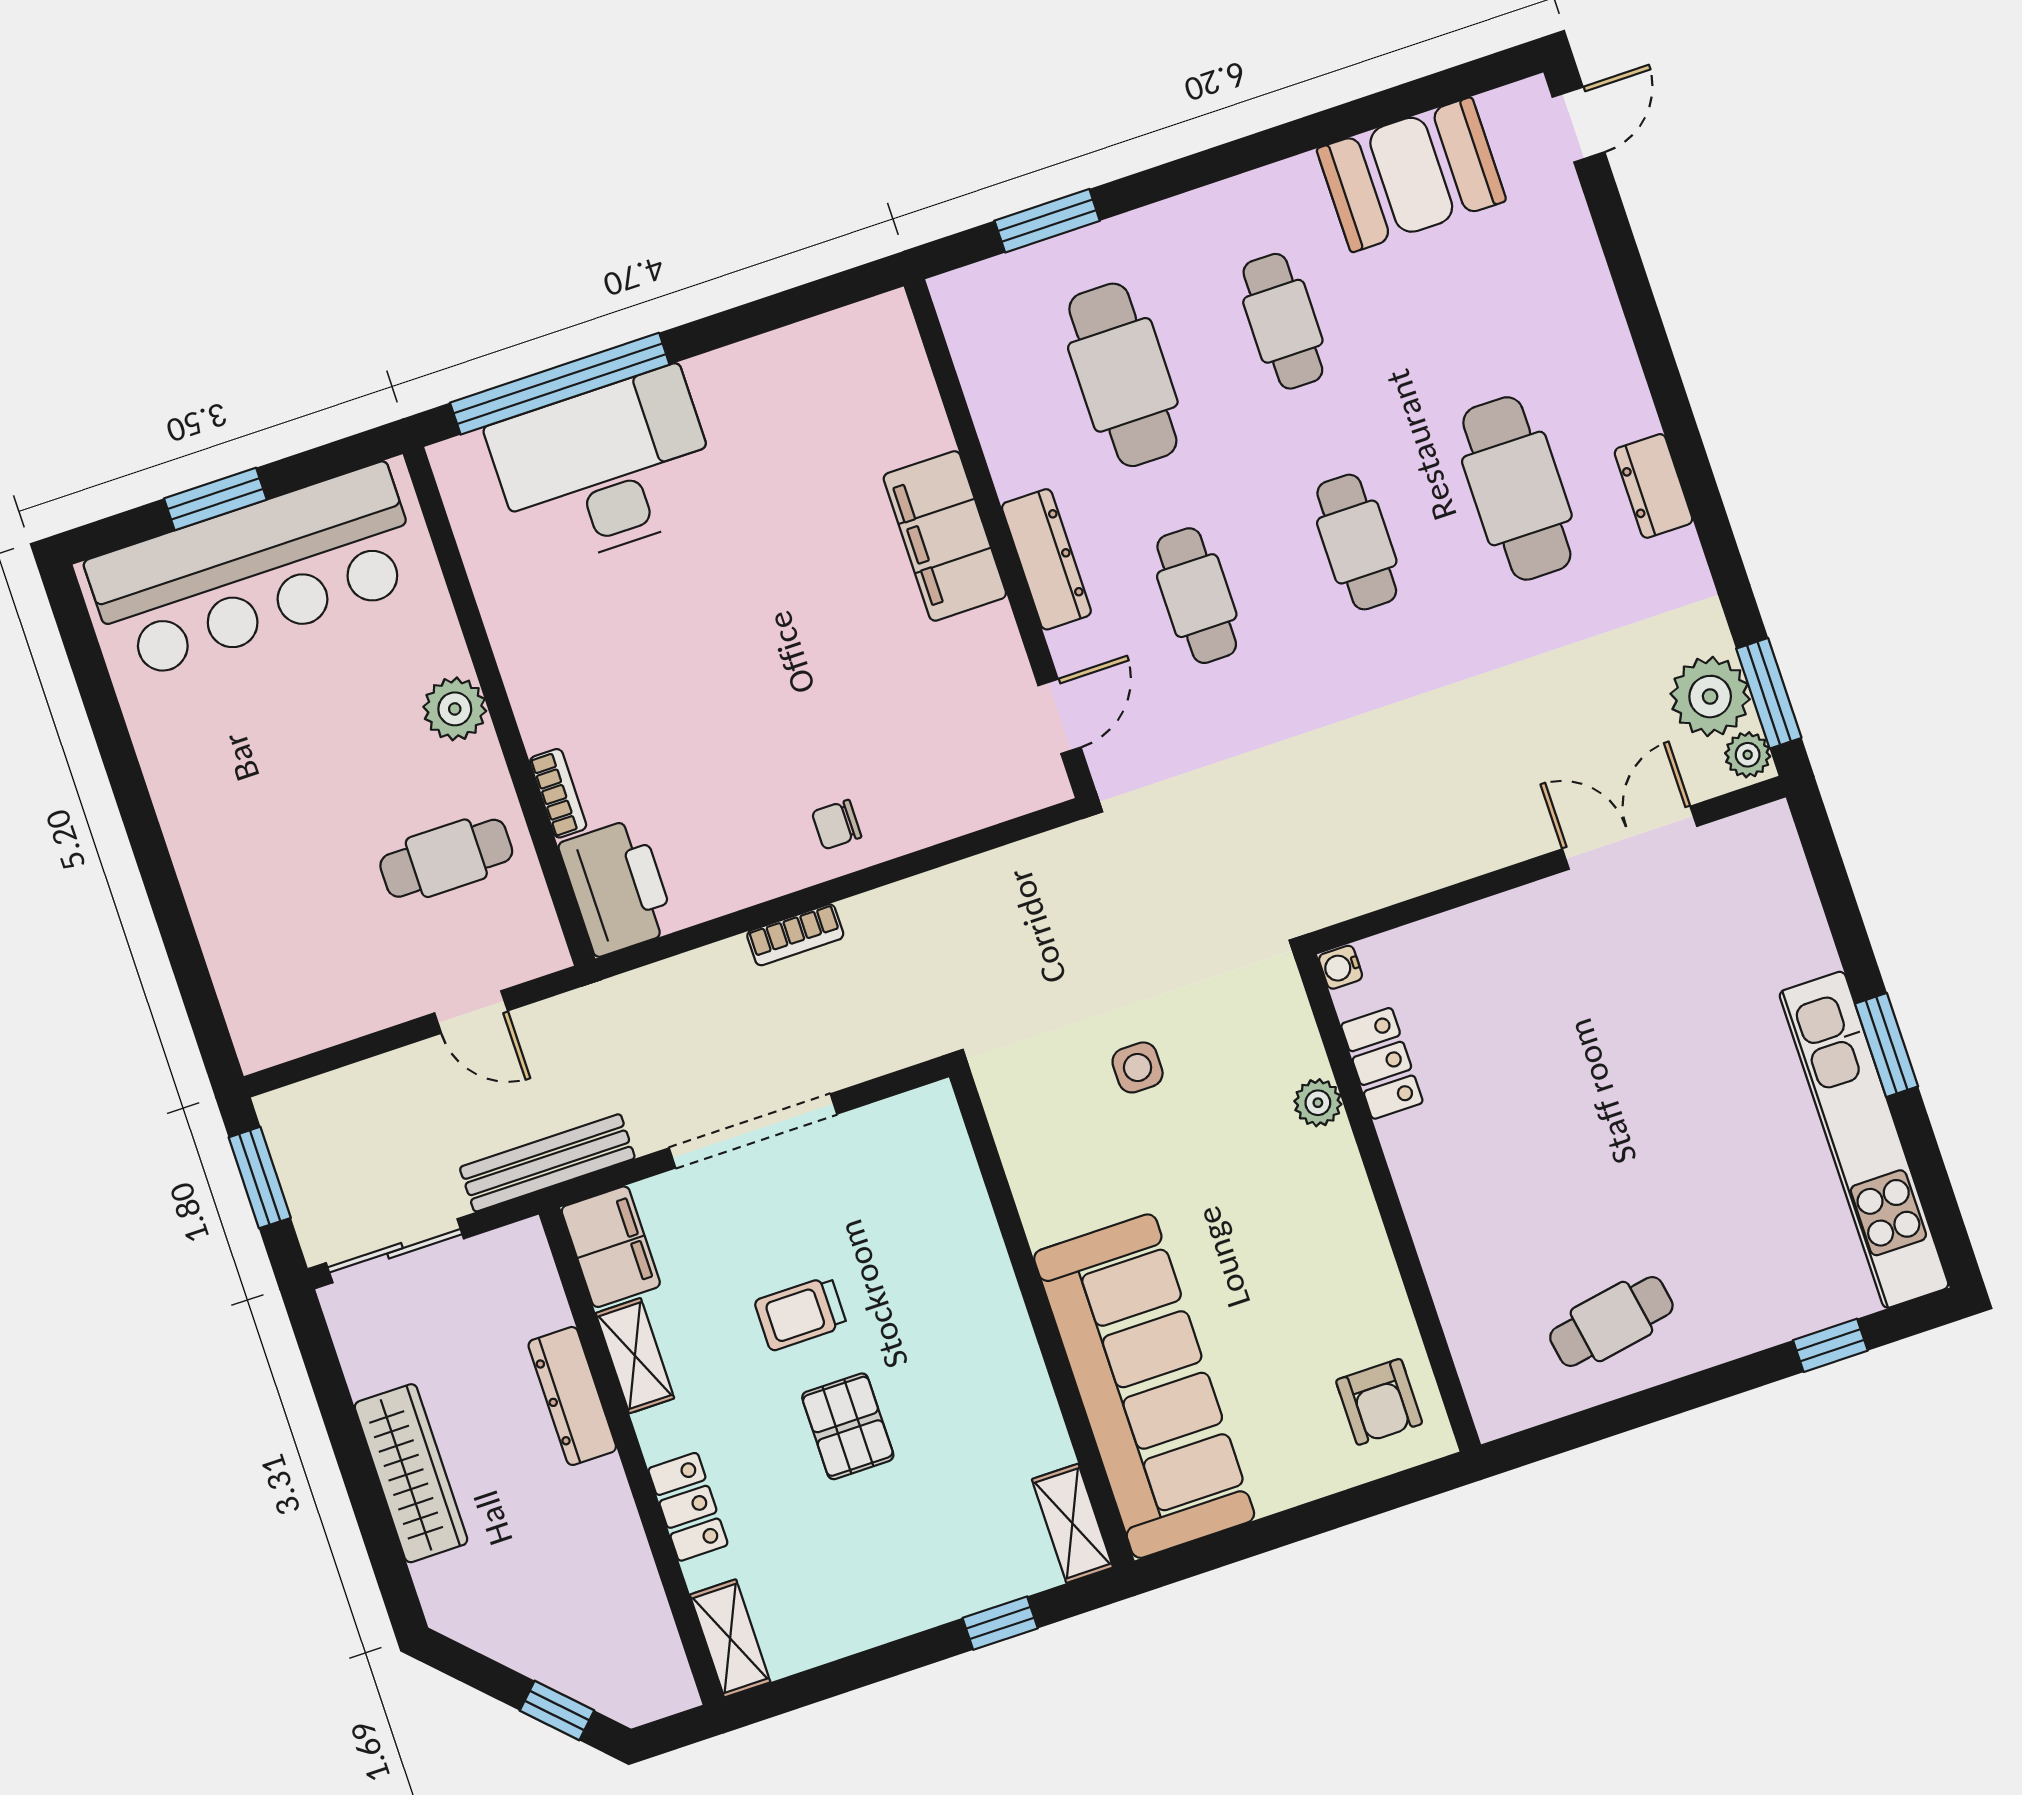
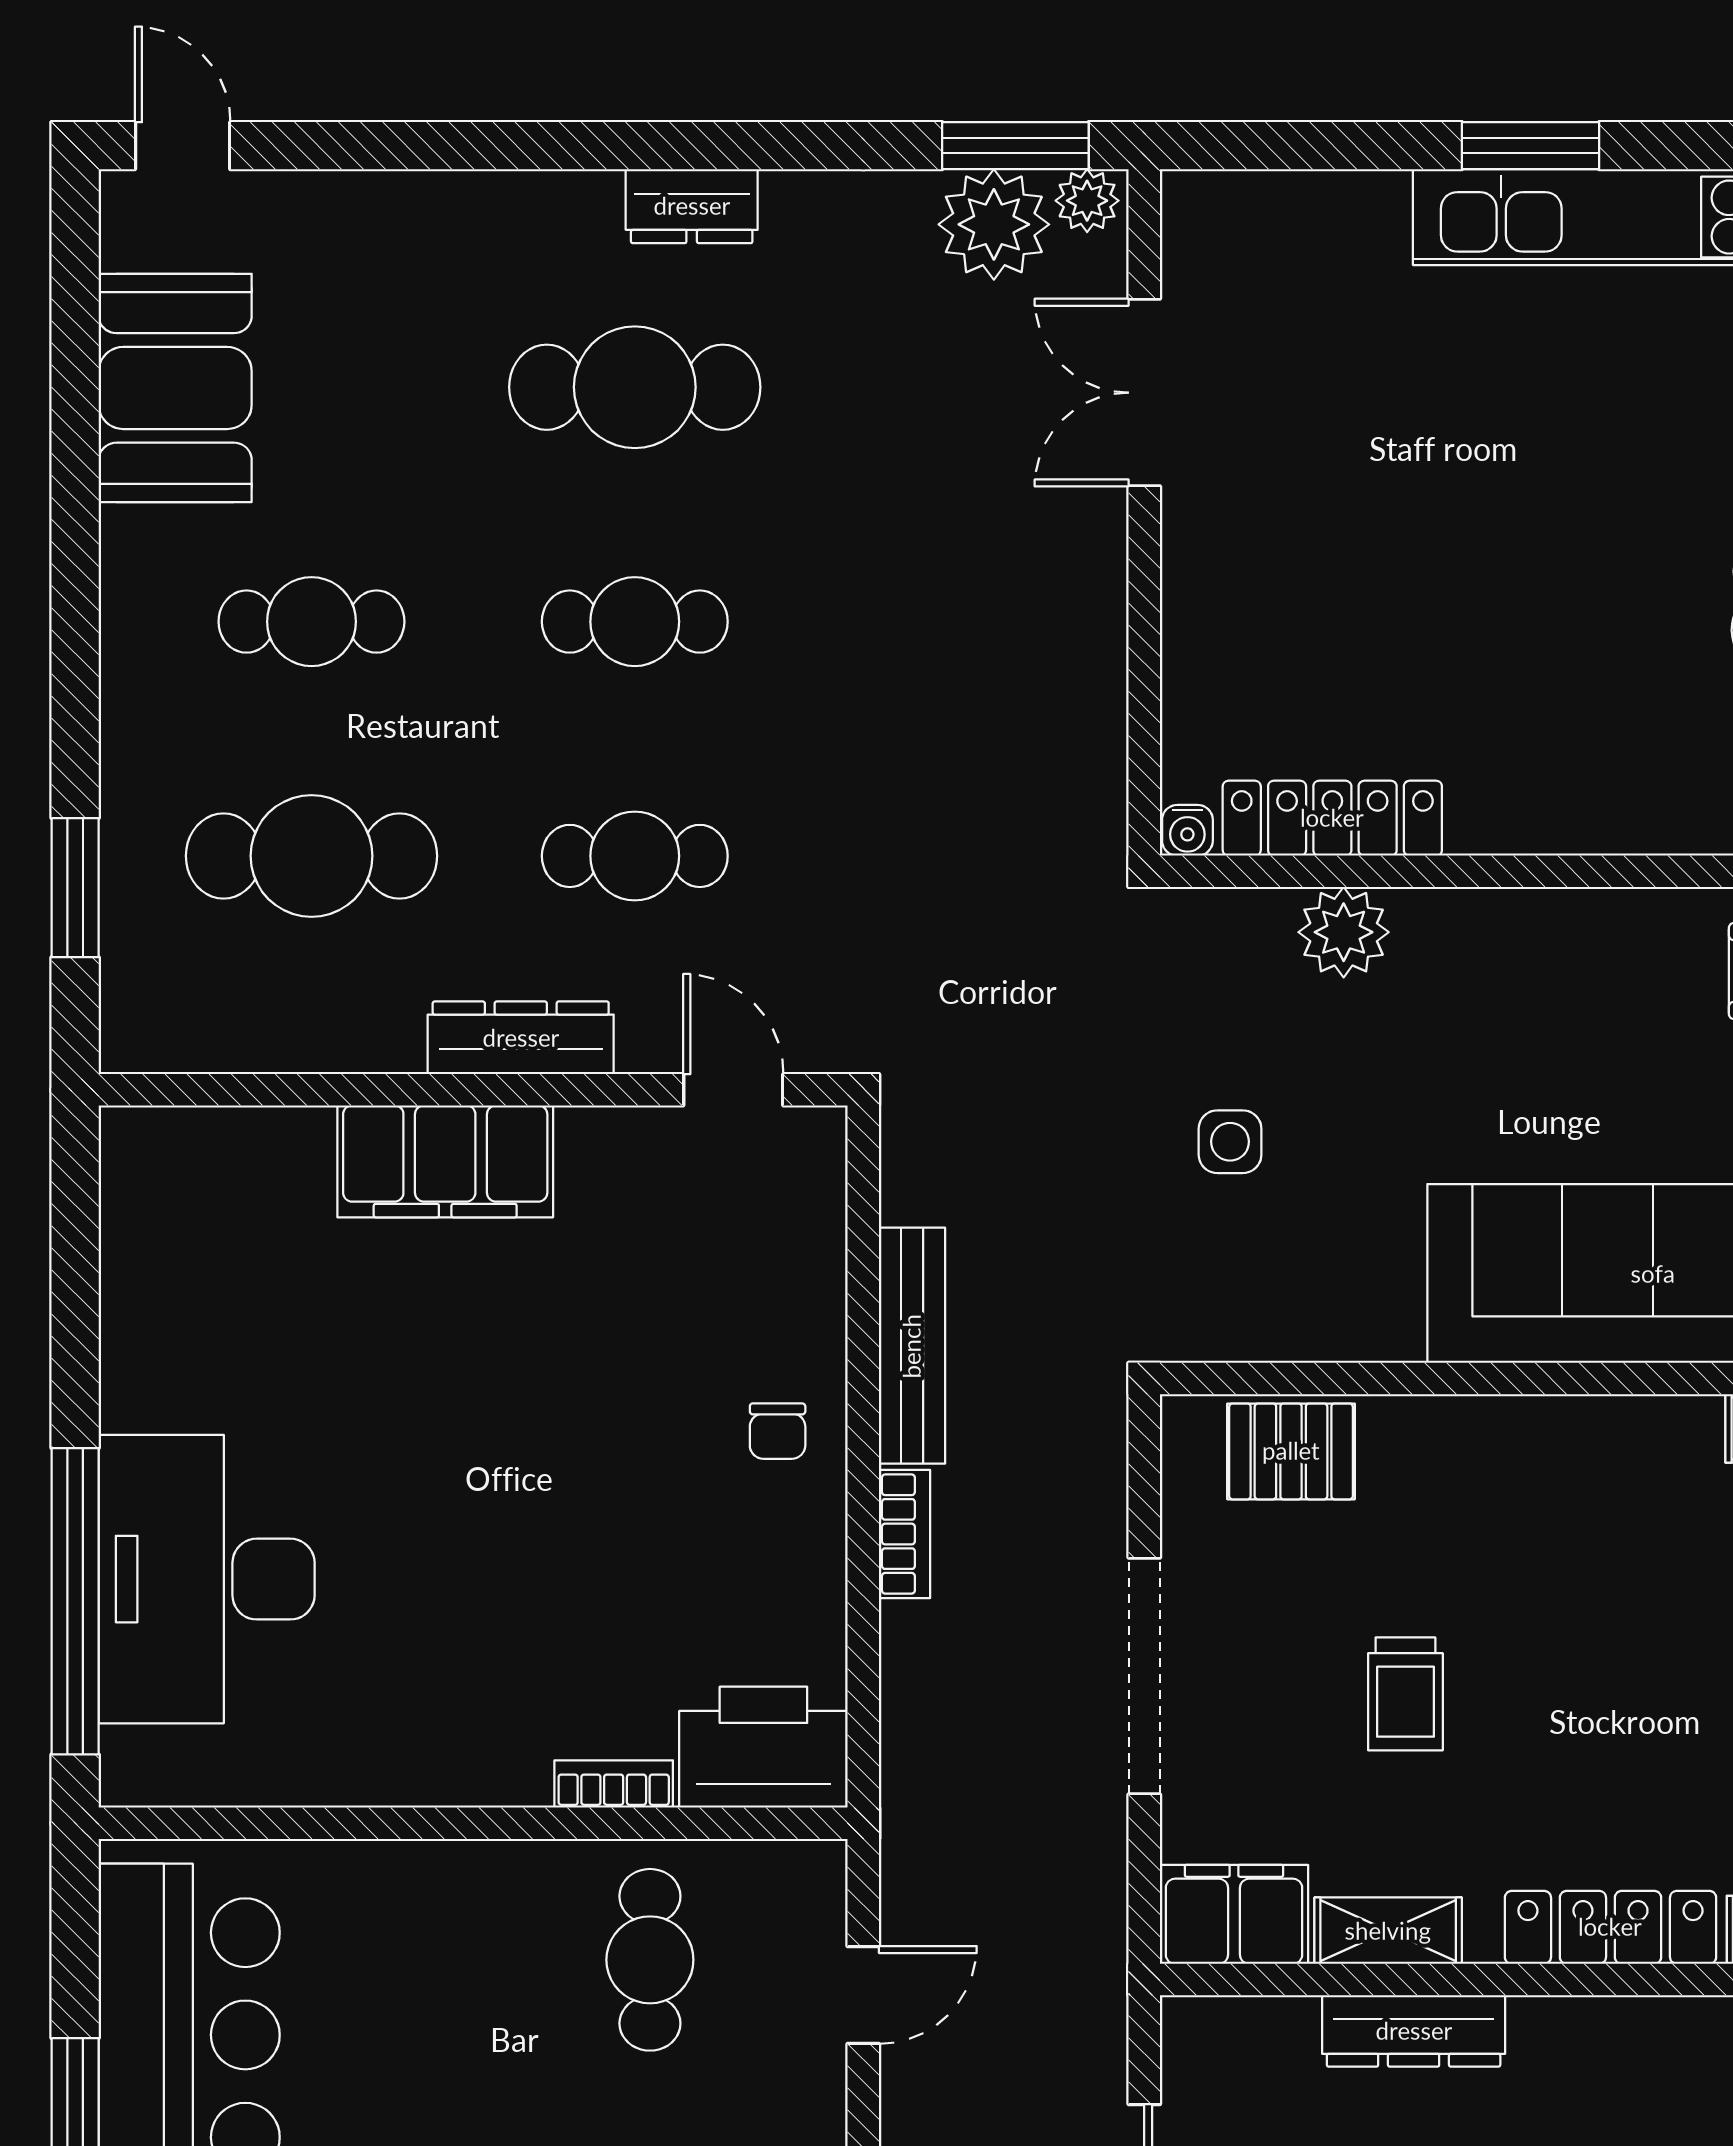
plant: (455, 709) -> (457, 1883), removed
locker: (1382, 1063) -> (1332, 818), width x1.53
plant: (1318, 1103) -> (1344, 932), width x1.38, depth x1.38
bench: (547, 1163) -> (912, 1346), moved
pallet: (848, 1426) -> (1291, 1451), moved
locker: (688, 1507) -> (1610, 1927), width x1.53

